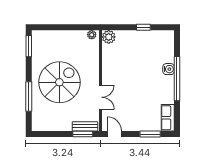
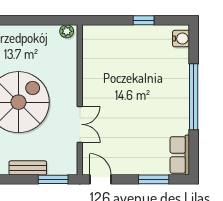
plant: (109, 37) -> (92, 35), removed
water cooler: (169, 69) -> (181, 39), moved
bench: (85, 126) -> (28, 168), moved

